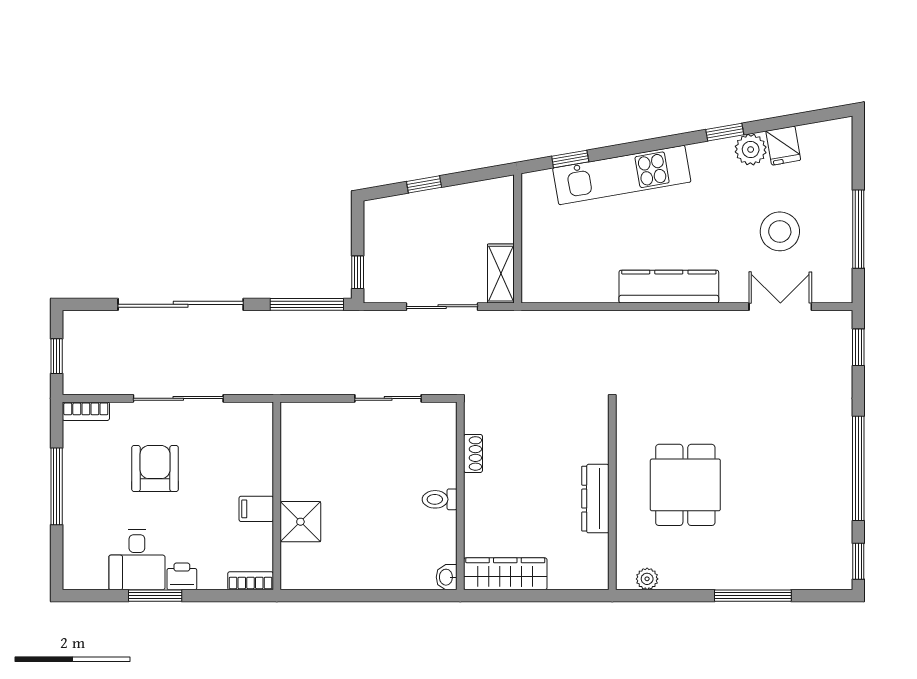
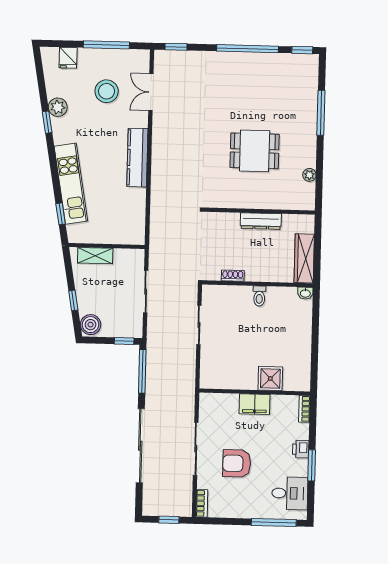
fridge: (783, 146) -> (68, 58), moved, turned 100
boiler: (384, 215) -> (91, 325), added
shelving: (501, 274) -> (95, 256), moved
window: (57, 486) -> (274, 522), moved
wall: (612, 496) -> (259, 211), moved
dresser: (595, 499) -> (261, 221), moved
filing cabinet: (256, 509) -> (255, 404), width x2.00
desk: (137, 560) -> (290, 493), moved

